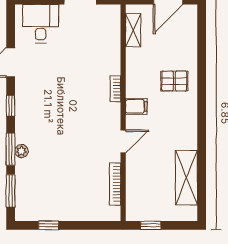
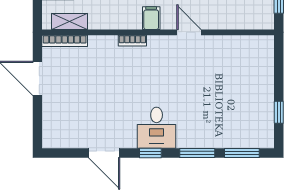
desk: (41, 24) -> (157, 128), moved, turned -90
plant: (21, 151) -> (199, 141), removed
bookcase: (115, 184) -> (65, 41), moved

